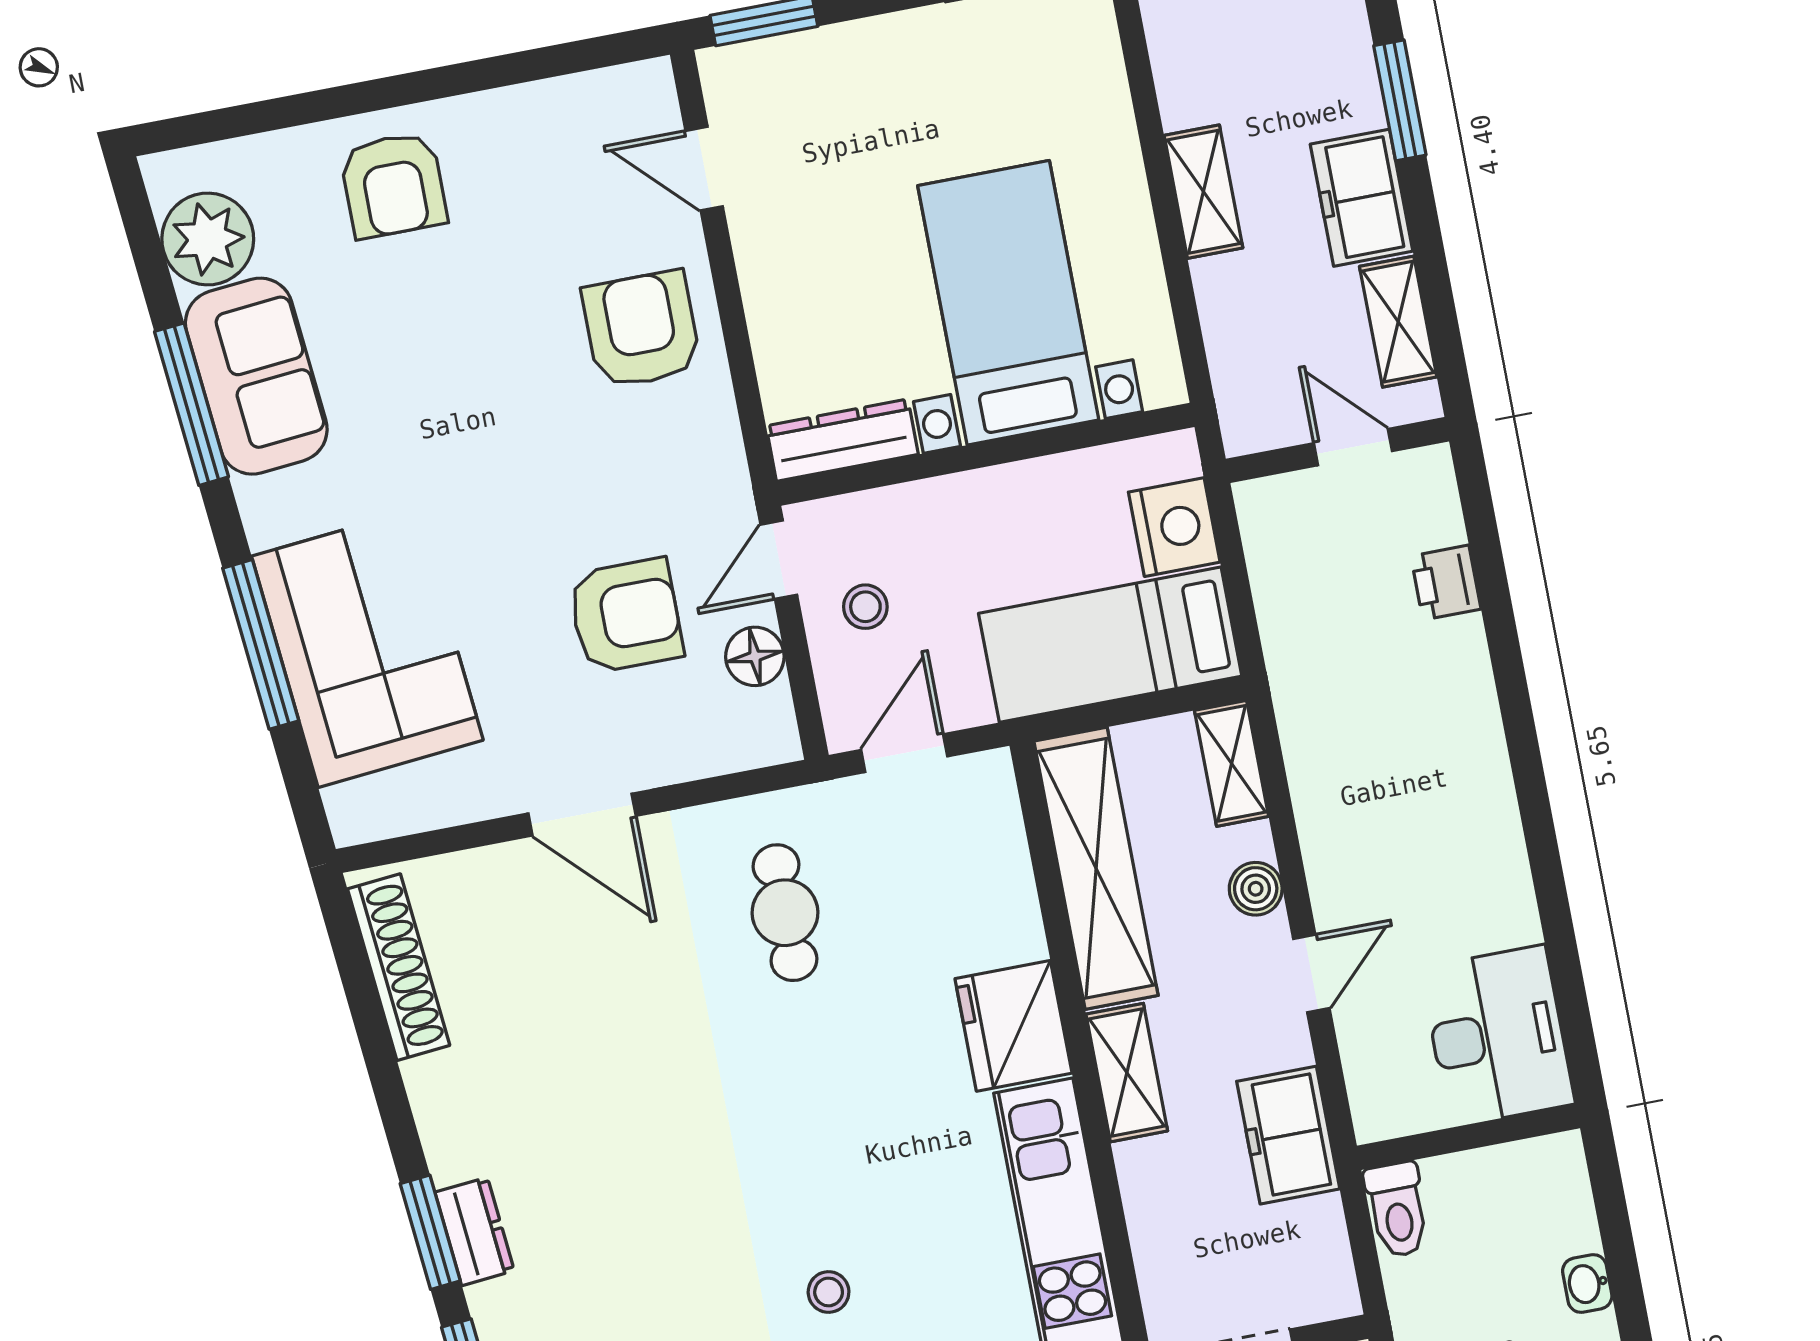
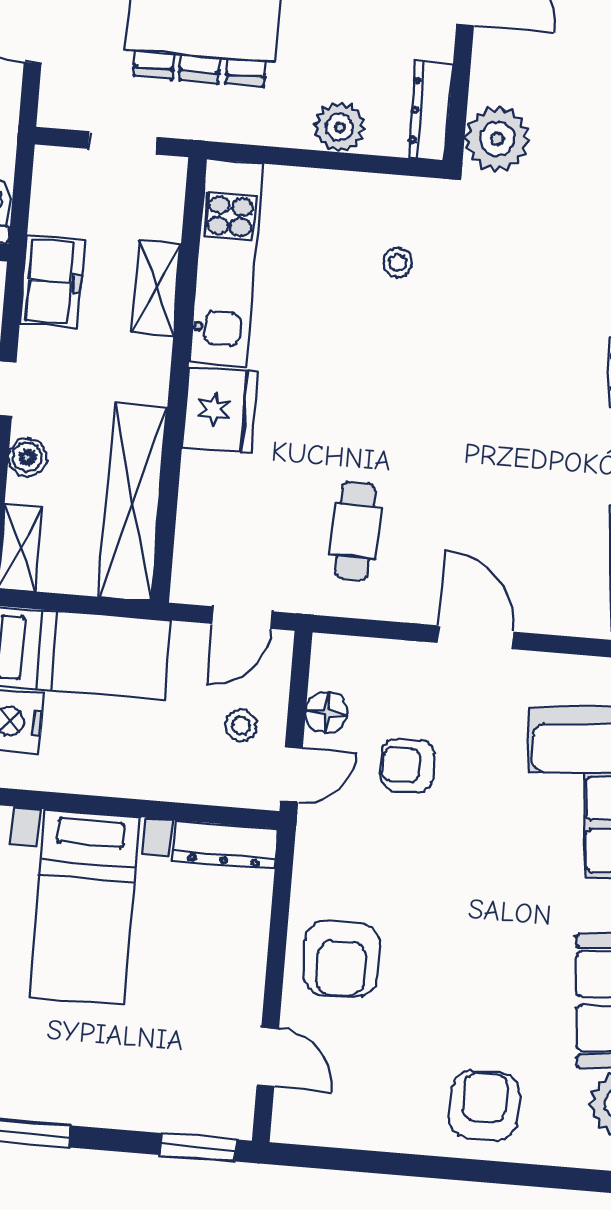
armchair: (626, 616) -> (407, 766), width x0.72, depth x0.72
shelving: (1127, 1073) -> (157, 288), moved

